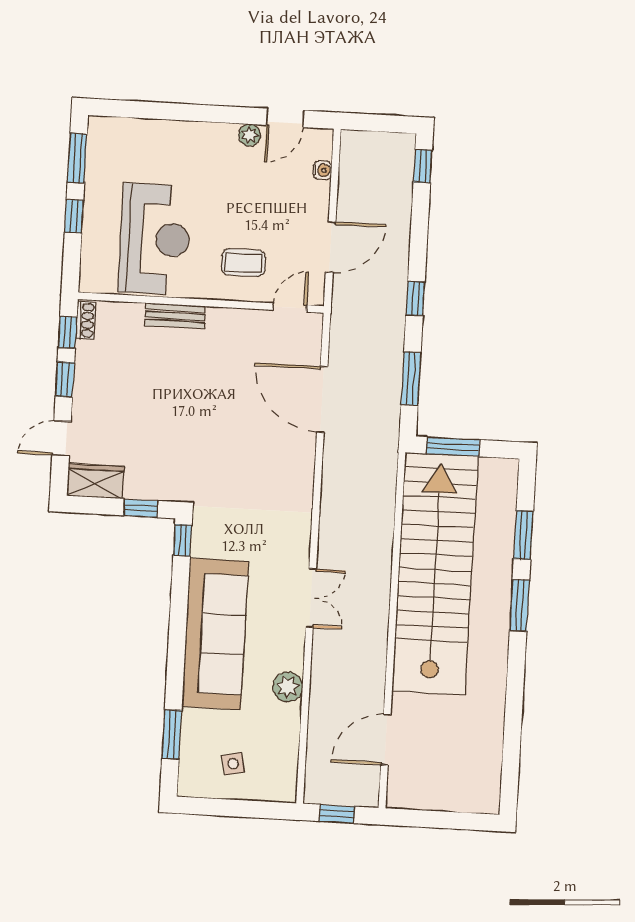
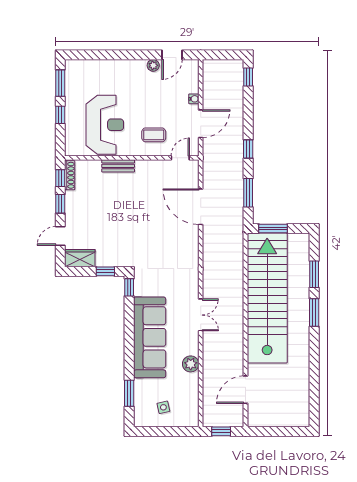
water cooler: (323, 170) -> (194, 99), moved
shoe rack: (86, 320) -> (70, 175), width x1.43

